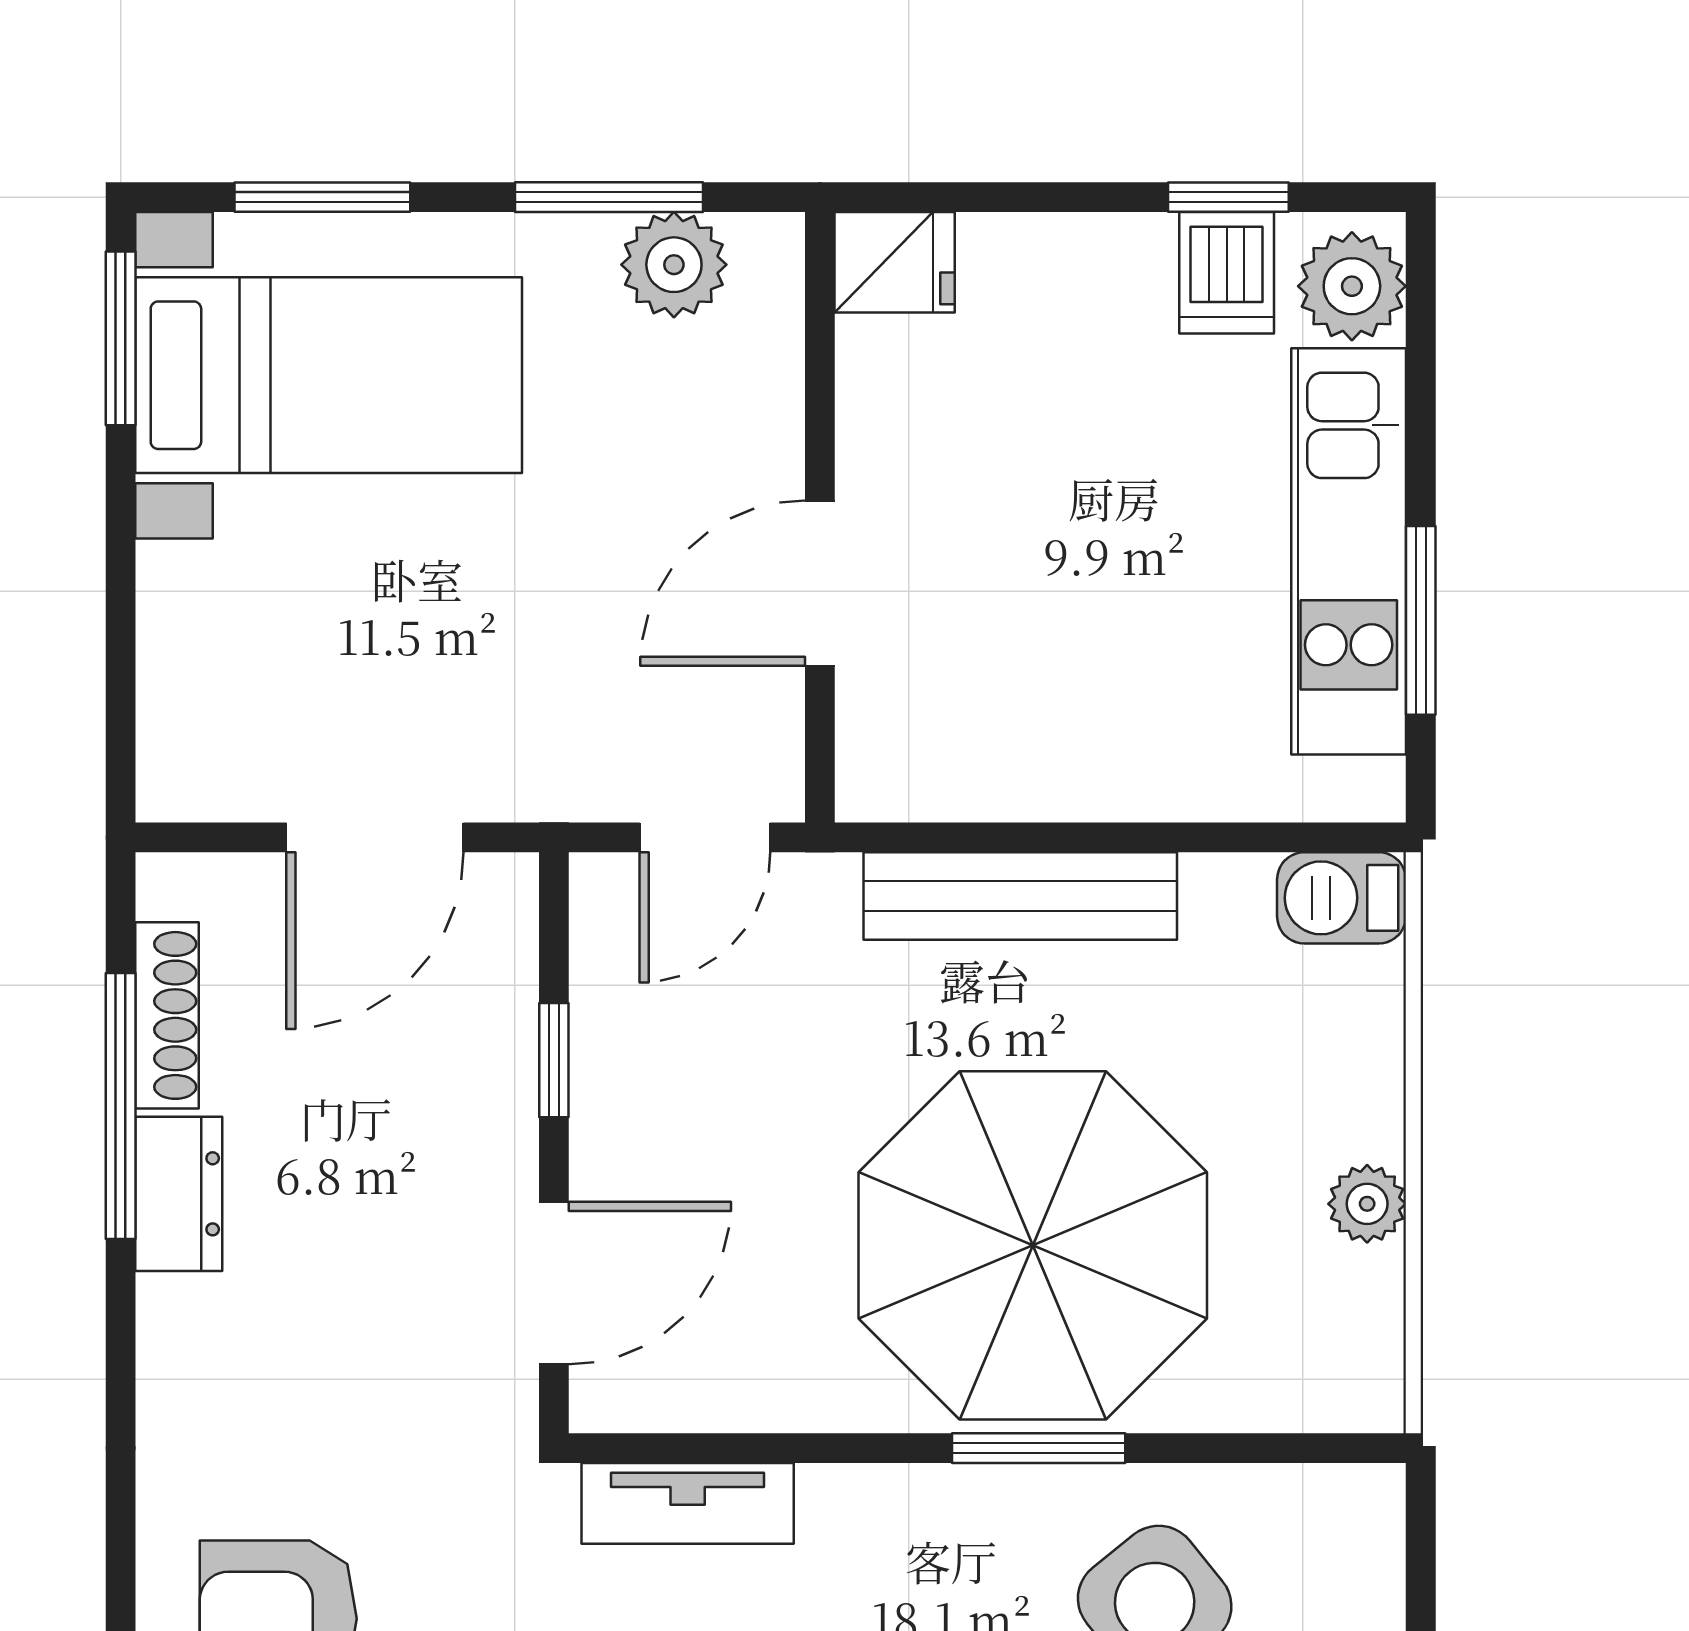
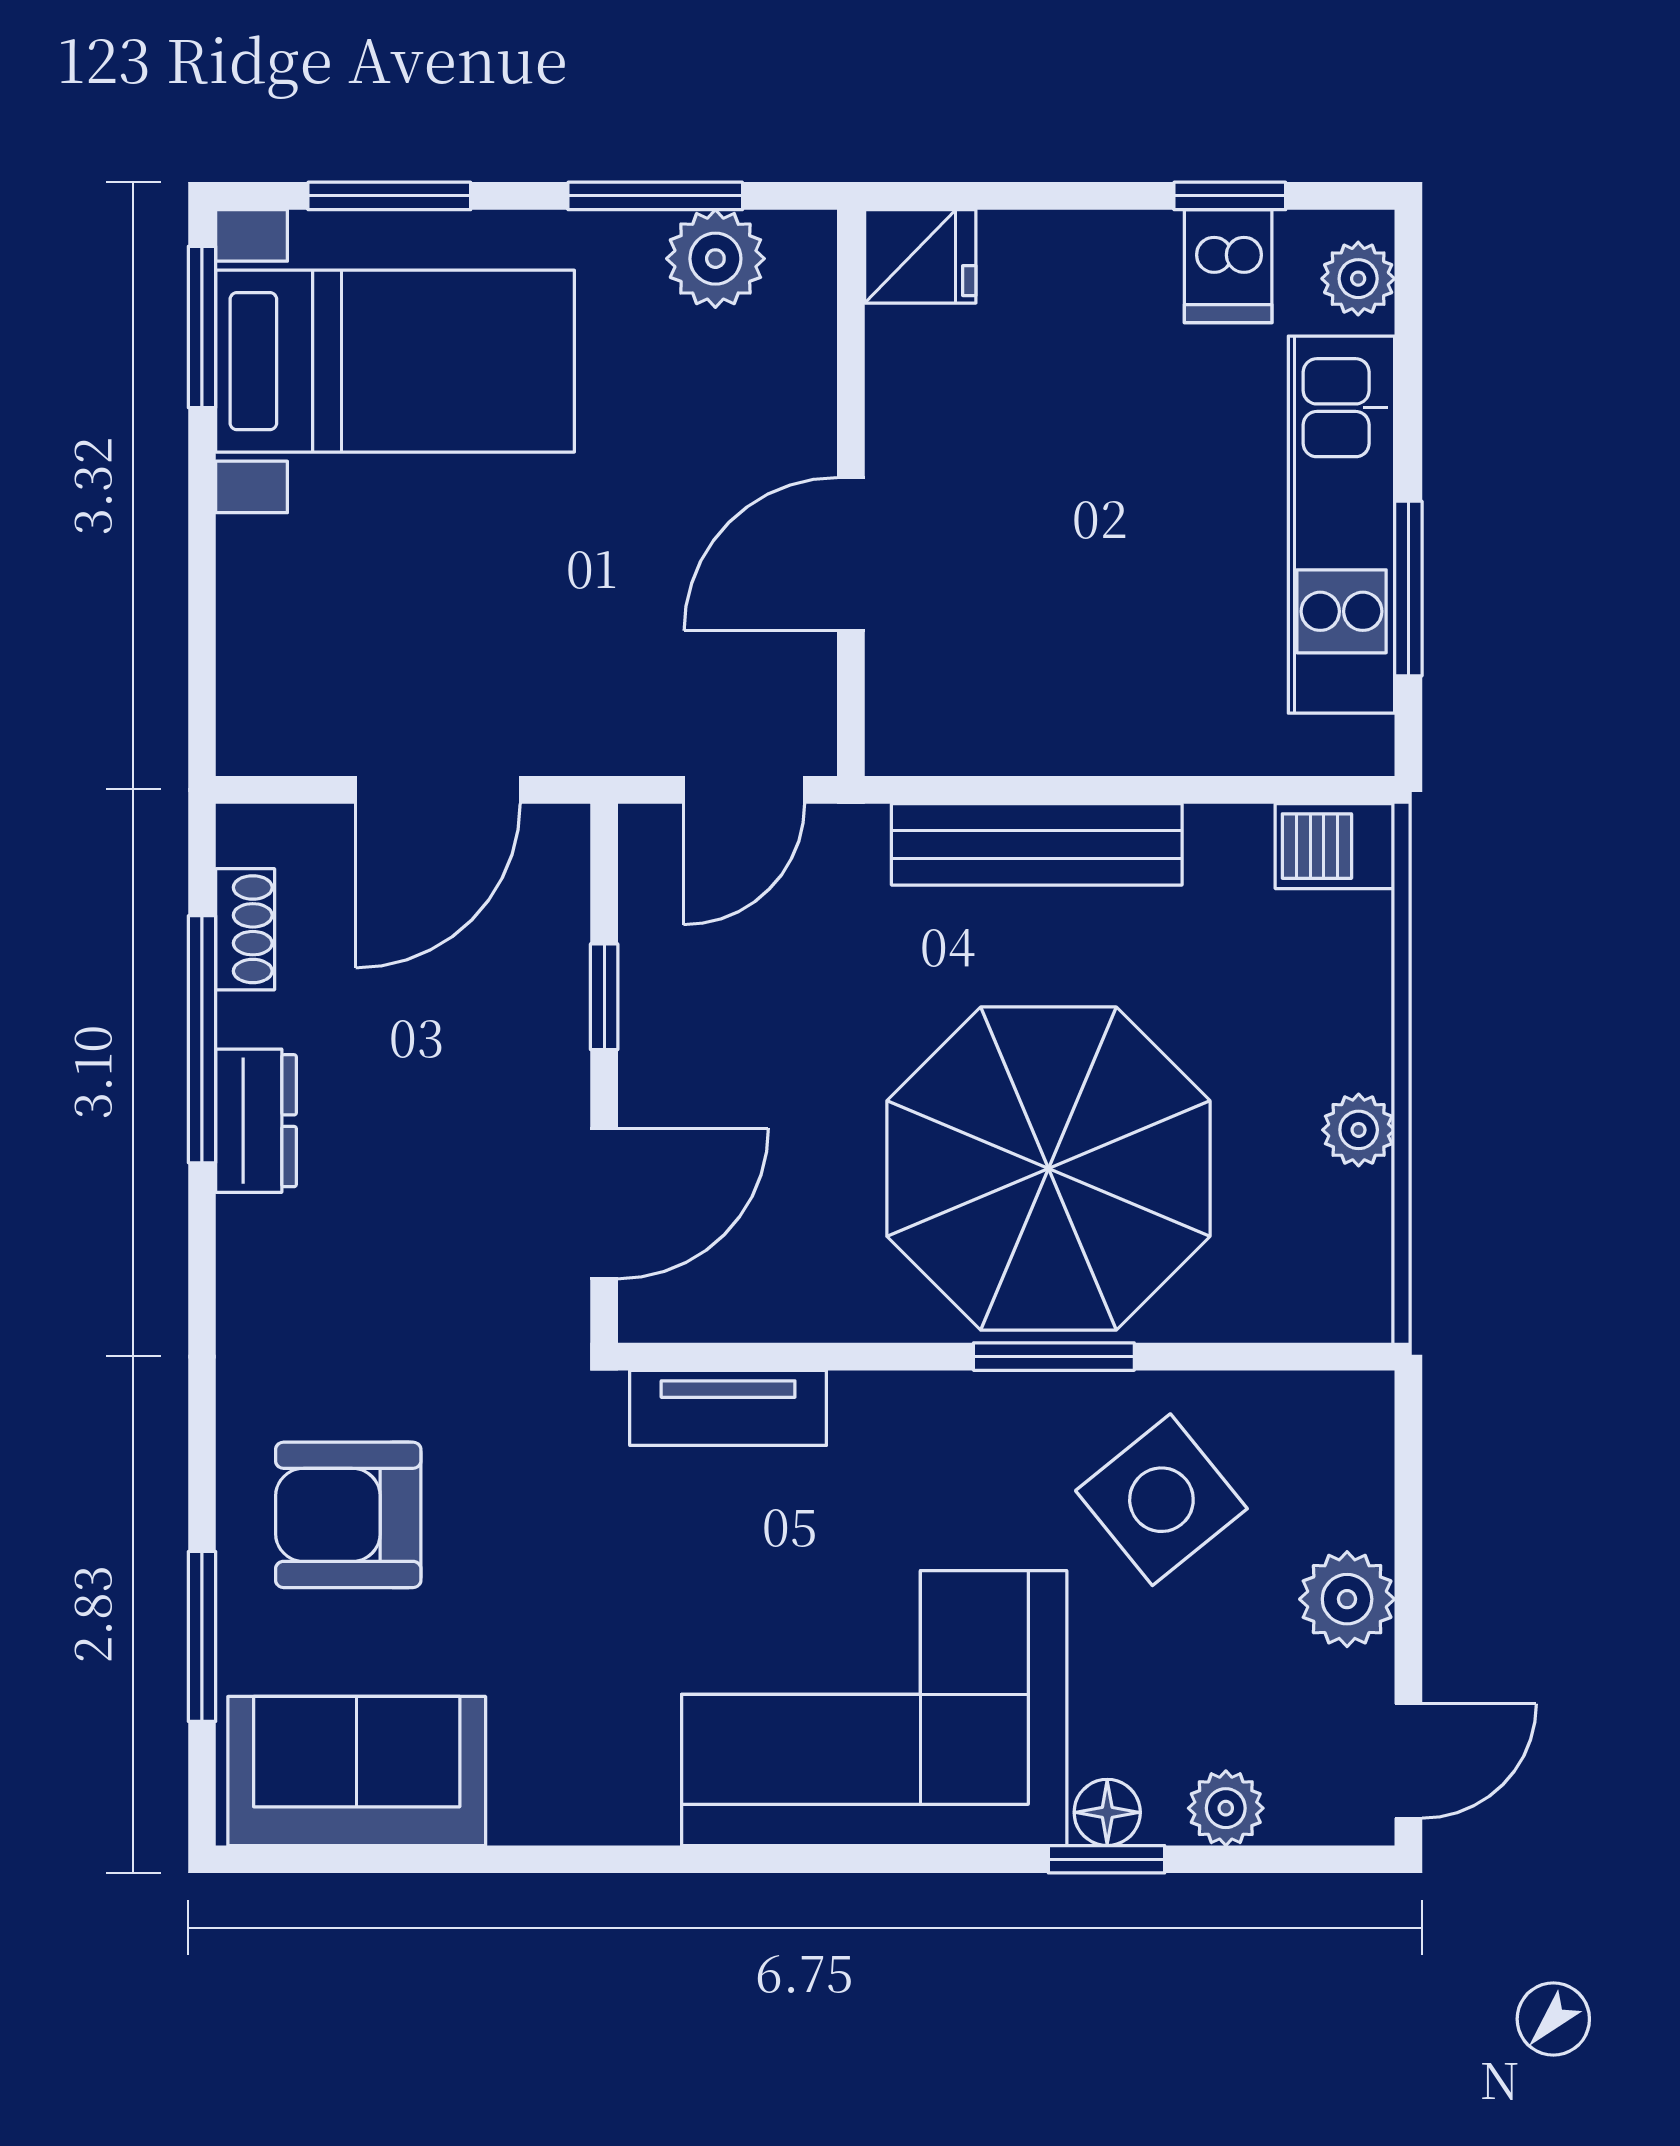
plant: (1352, 286) -> (1358, 279), width x0.73, depth x0.73
shoe rack: (167, 1015) -> (245, 929), width x0.70

